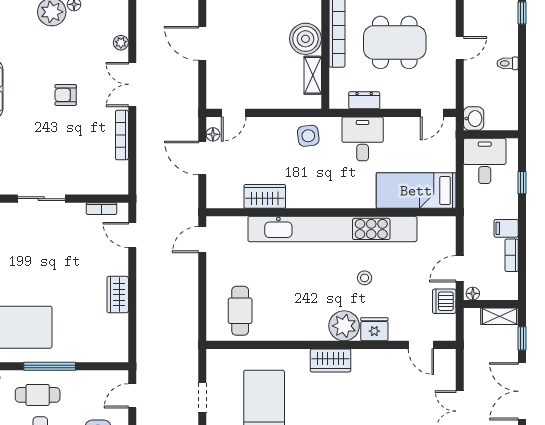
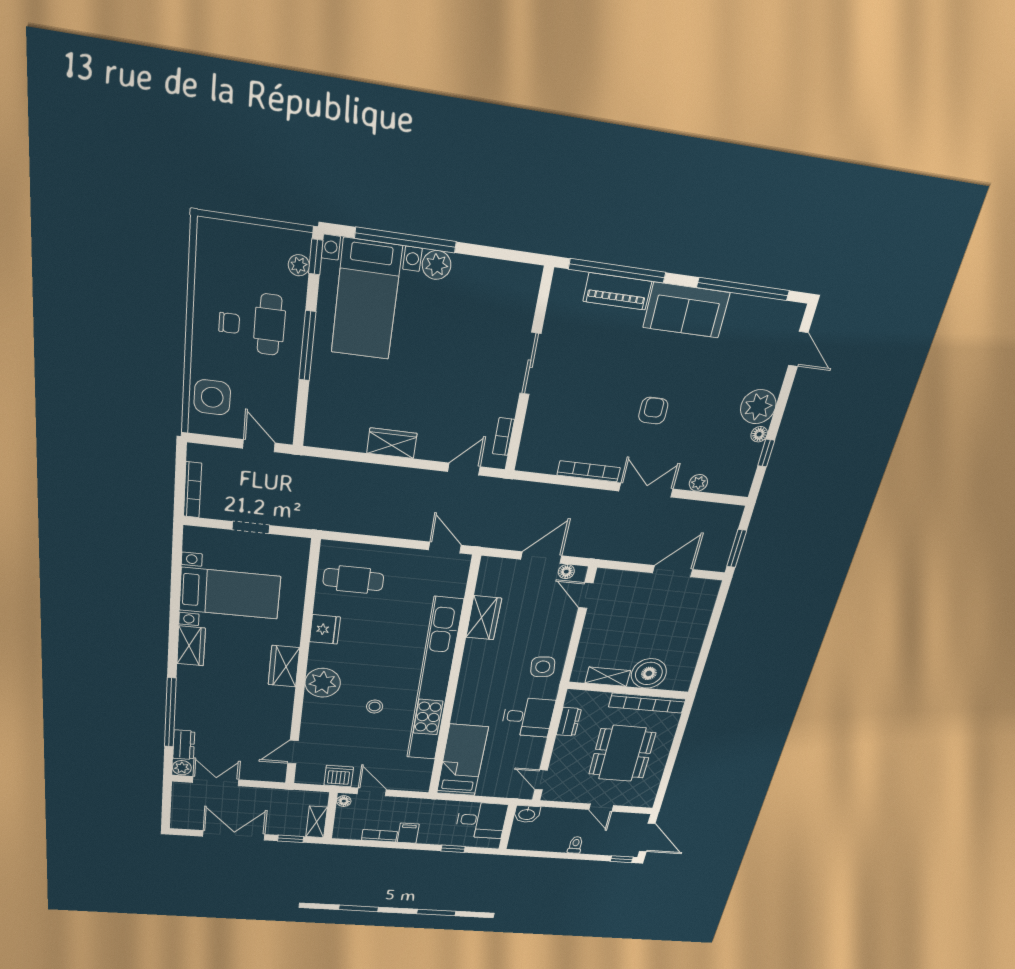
fridge: (374, 329) -> (325, 629), moved

